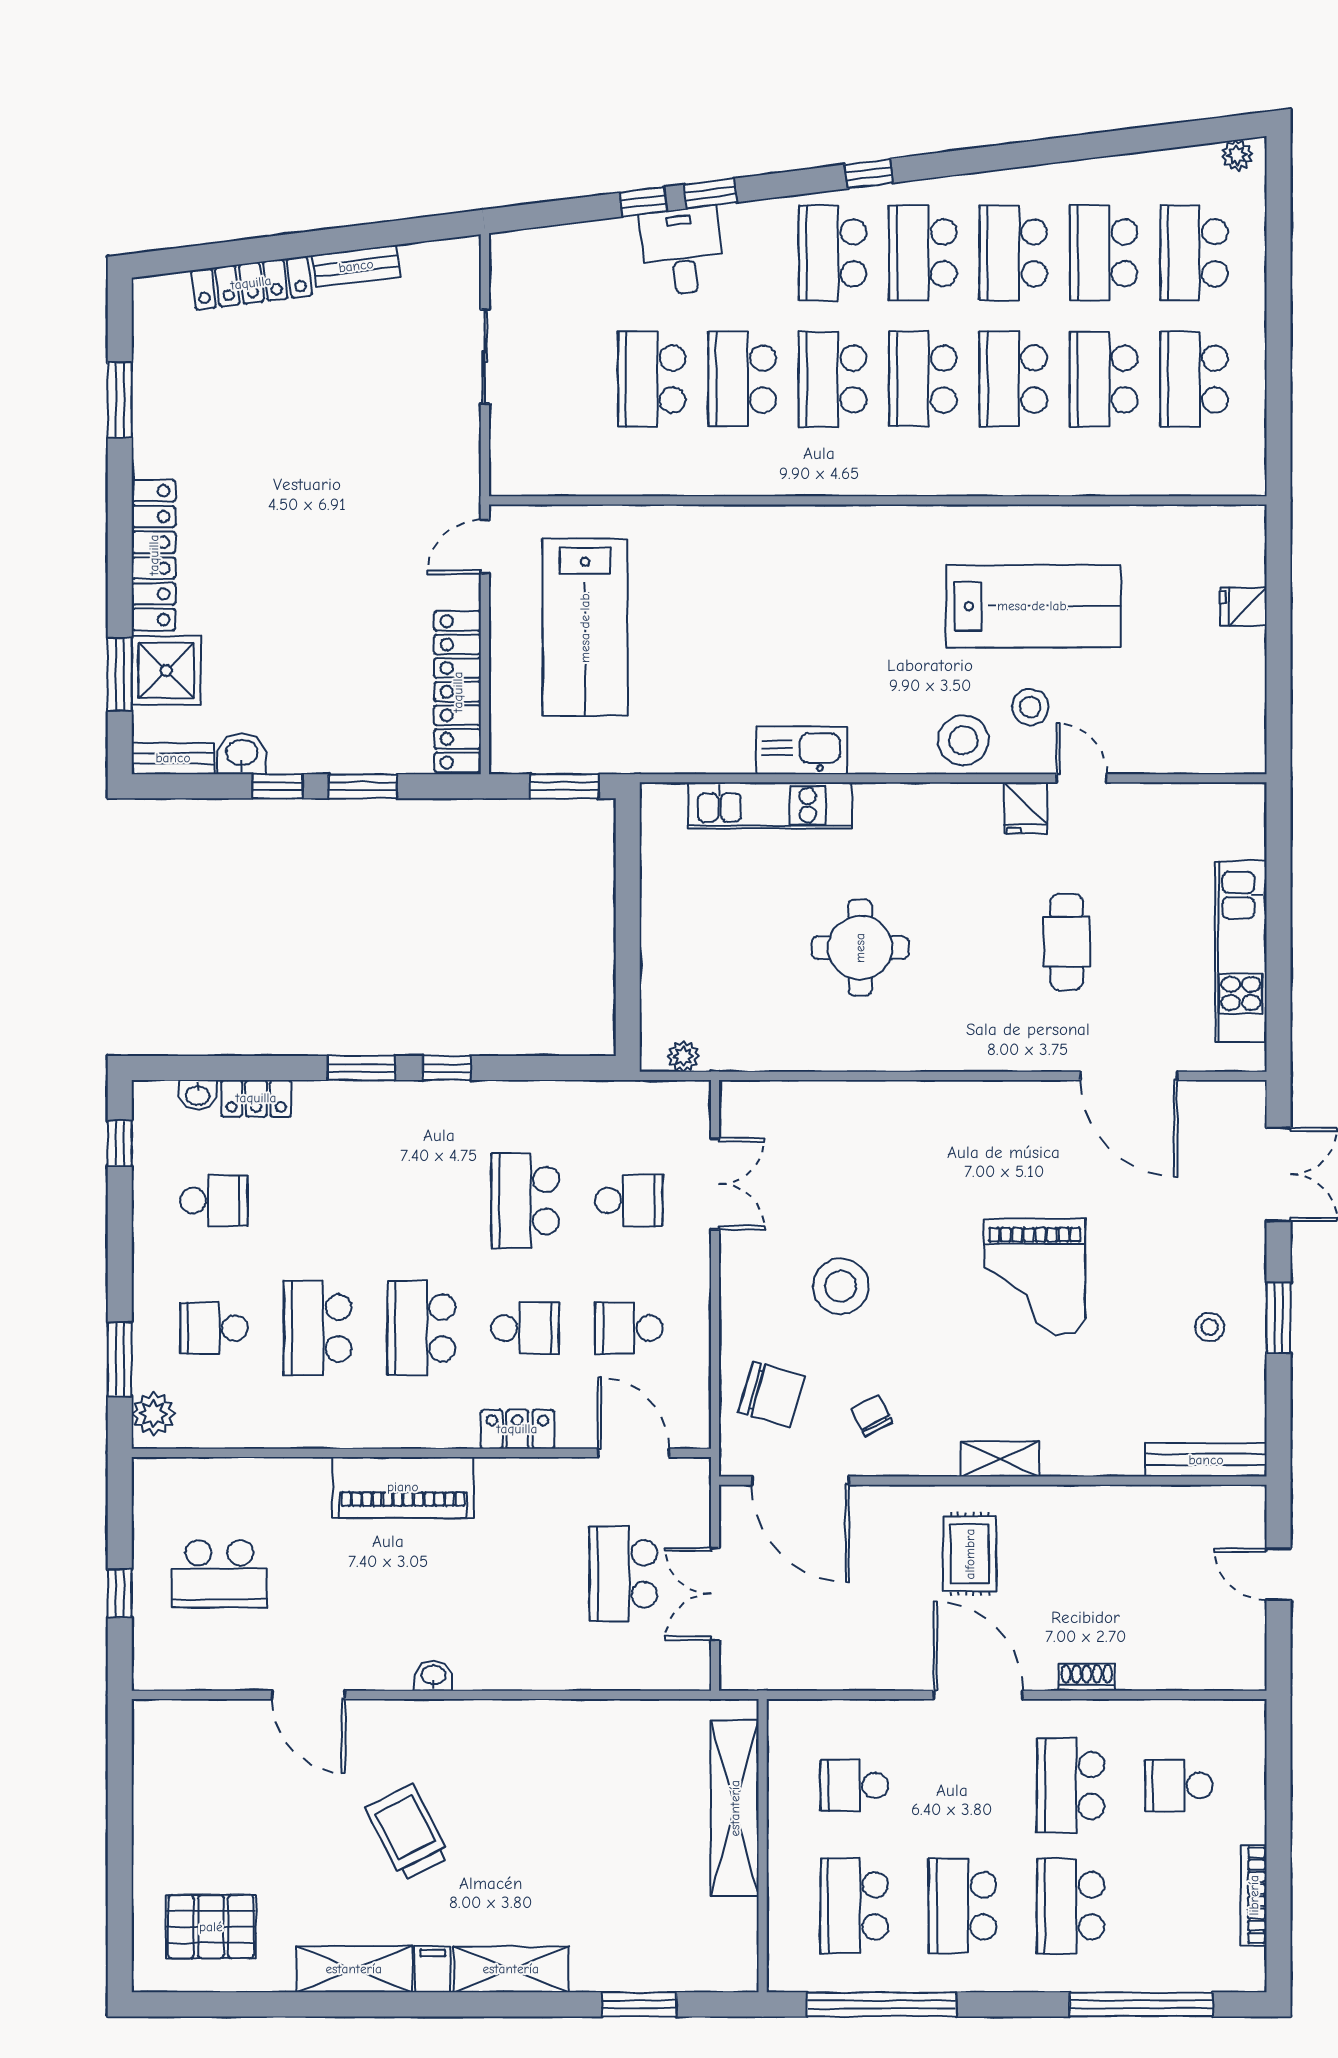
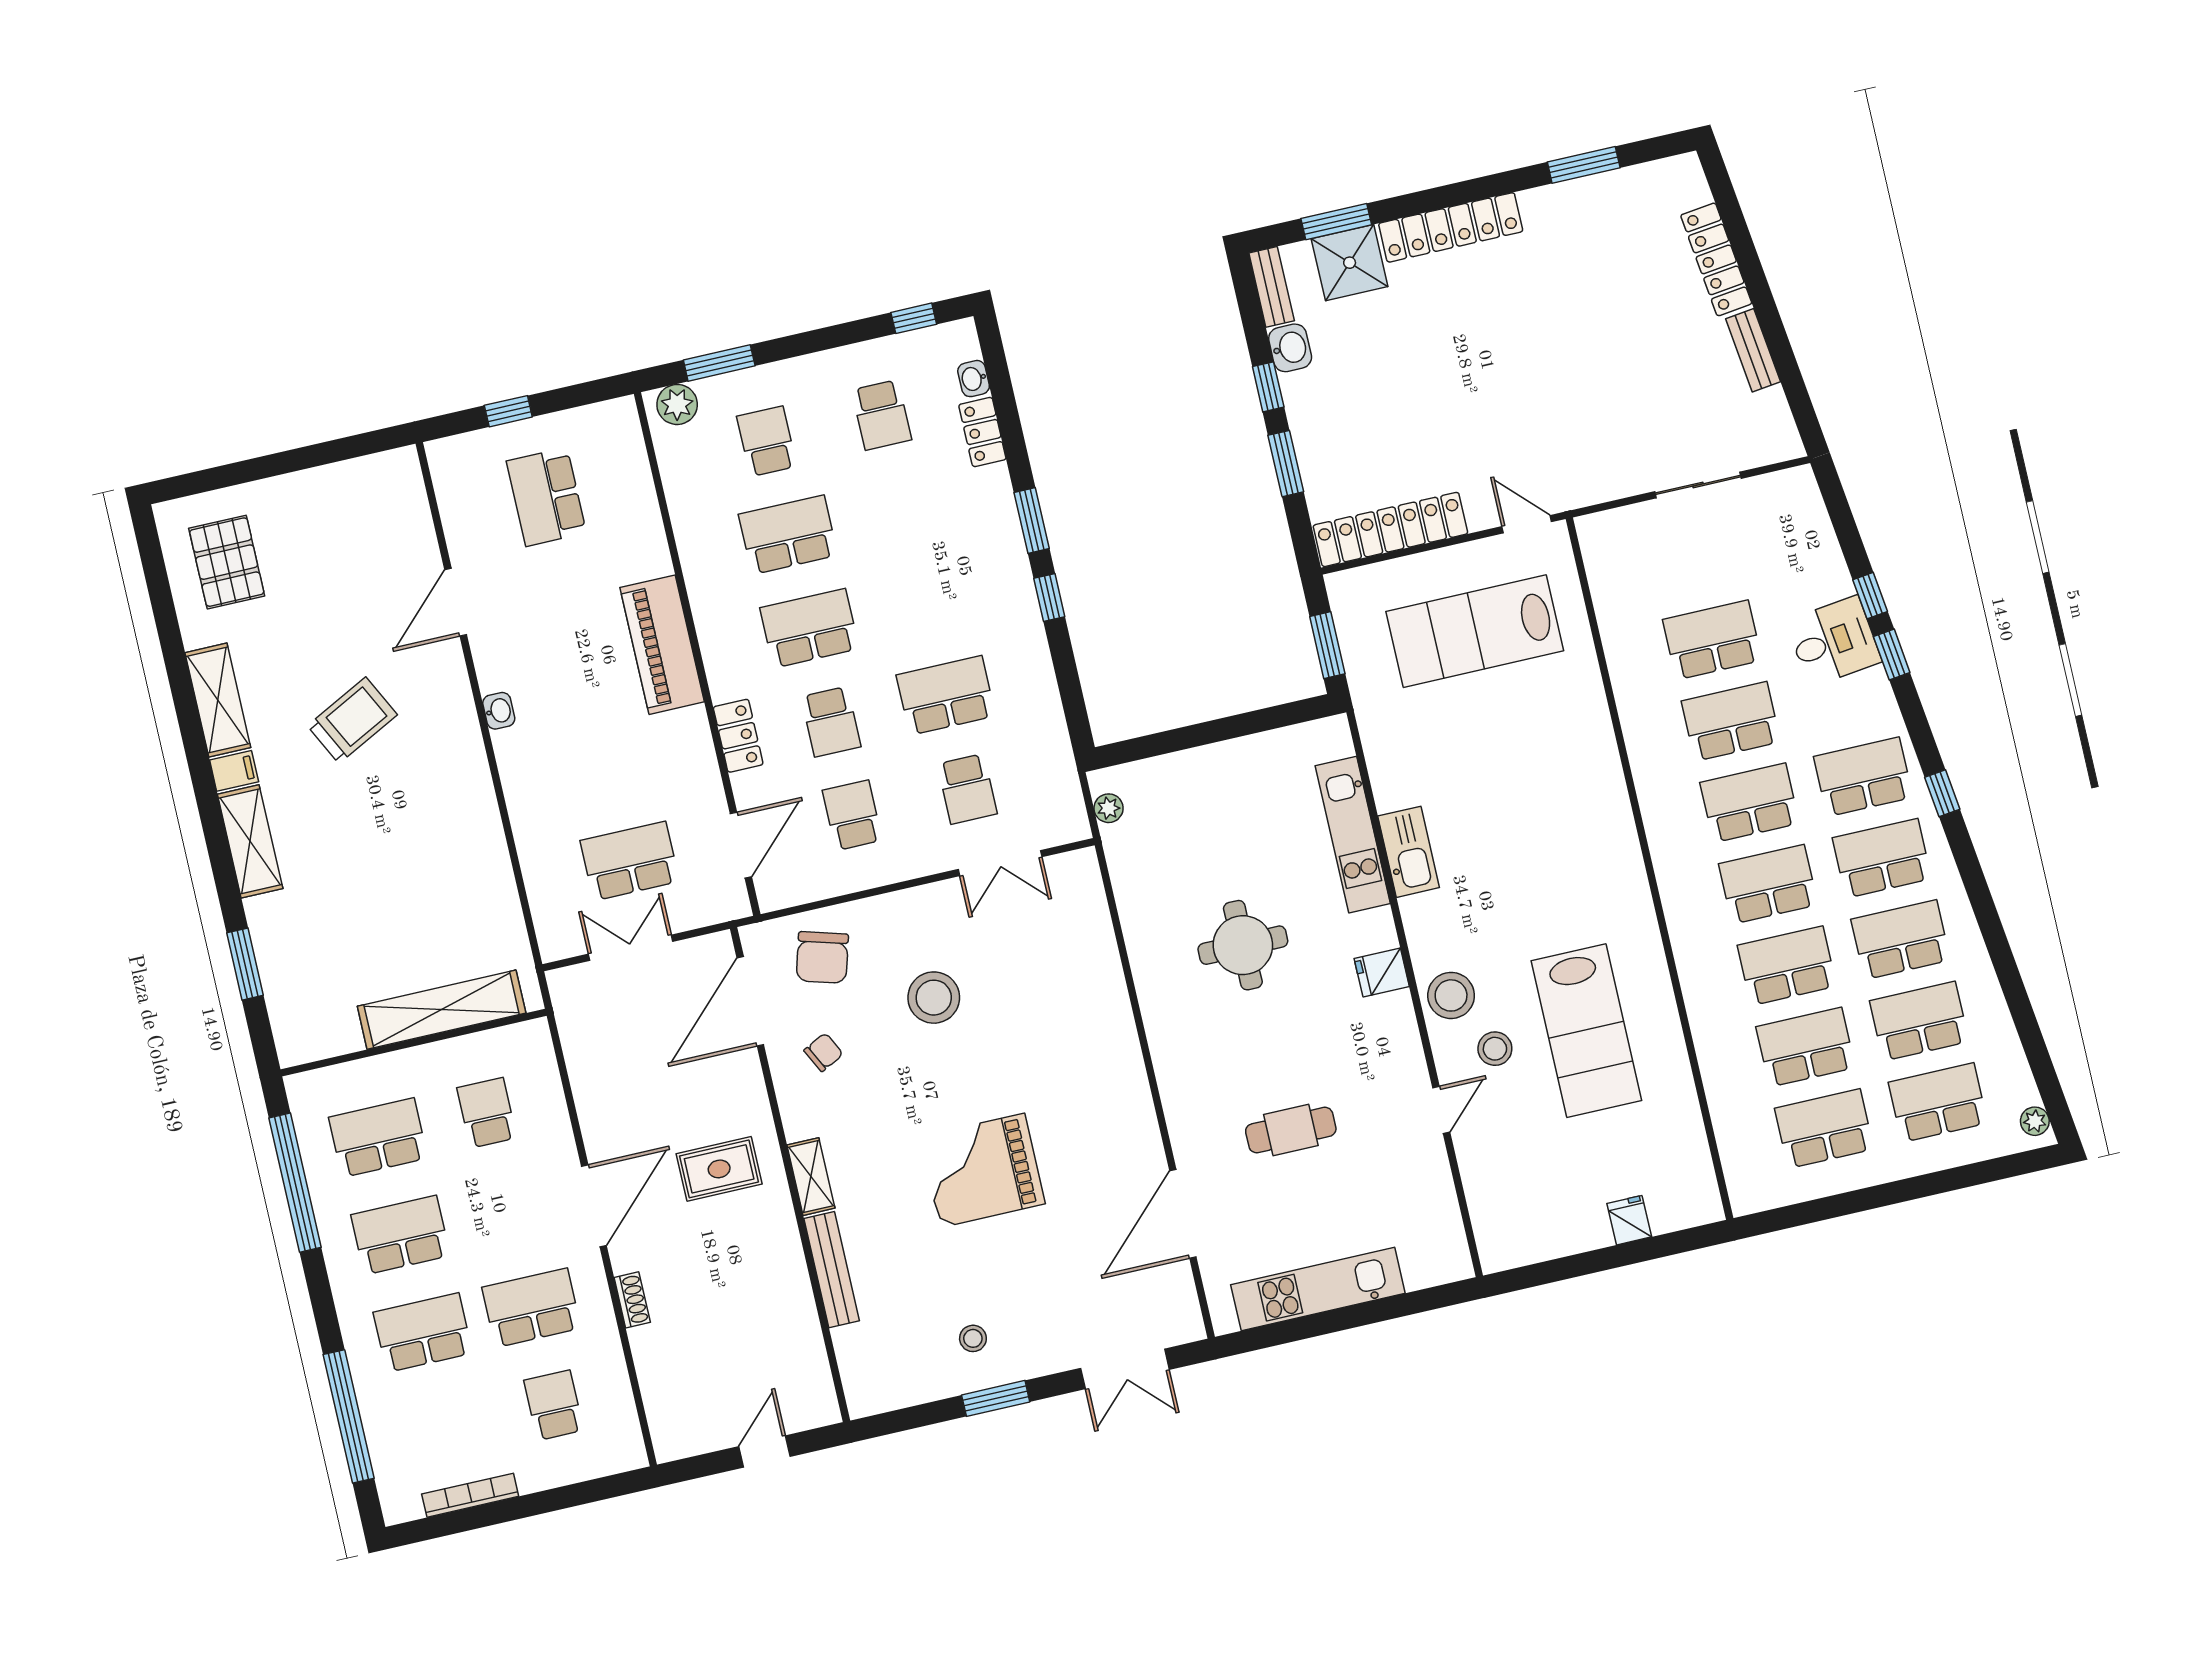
fridge: (1025, 808) -> (1382, 973), moved
bench: (1206, 1460) -> (832, 1270), moved

